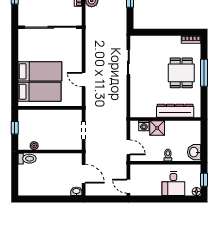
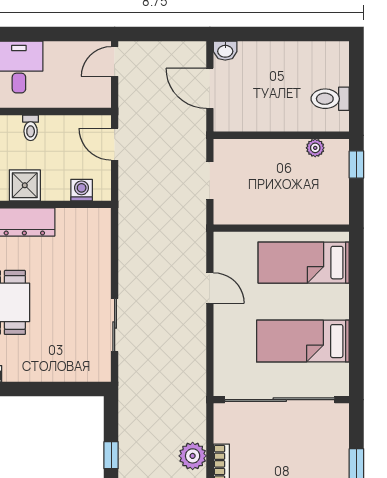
bed: (40, 71) -> (303, 341), moved
window: (15, 128) -> (356, 164), moved
shower: (157, 128) -> (25, 185), moved
toilet: (27, 159) -> (330, 99), moved
door: (128, 186) -> (115, 61), swing flipped

